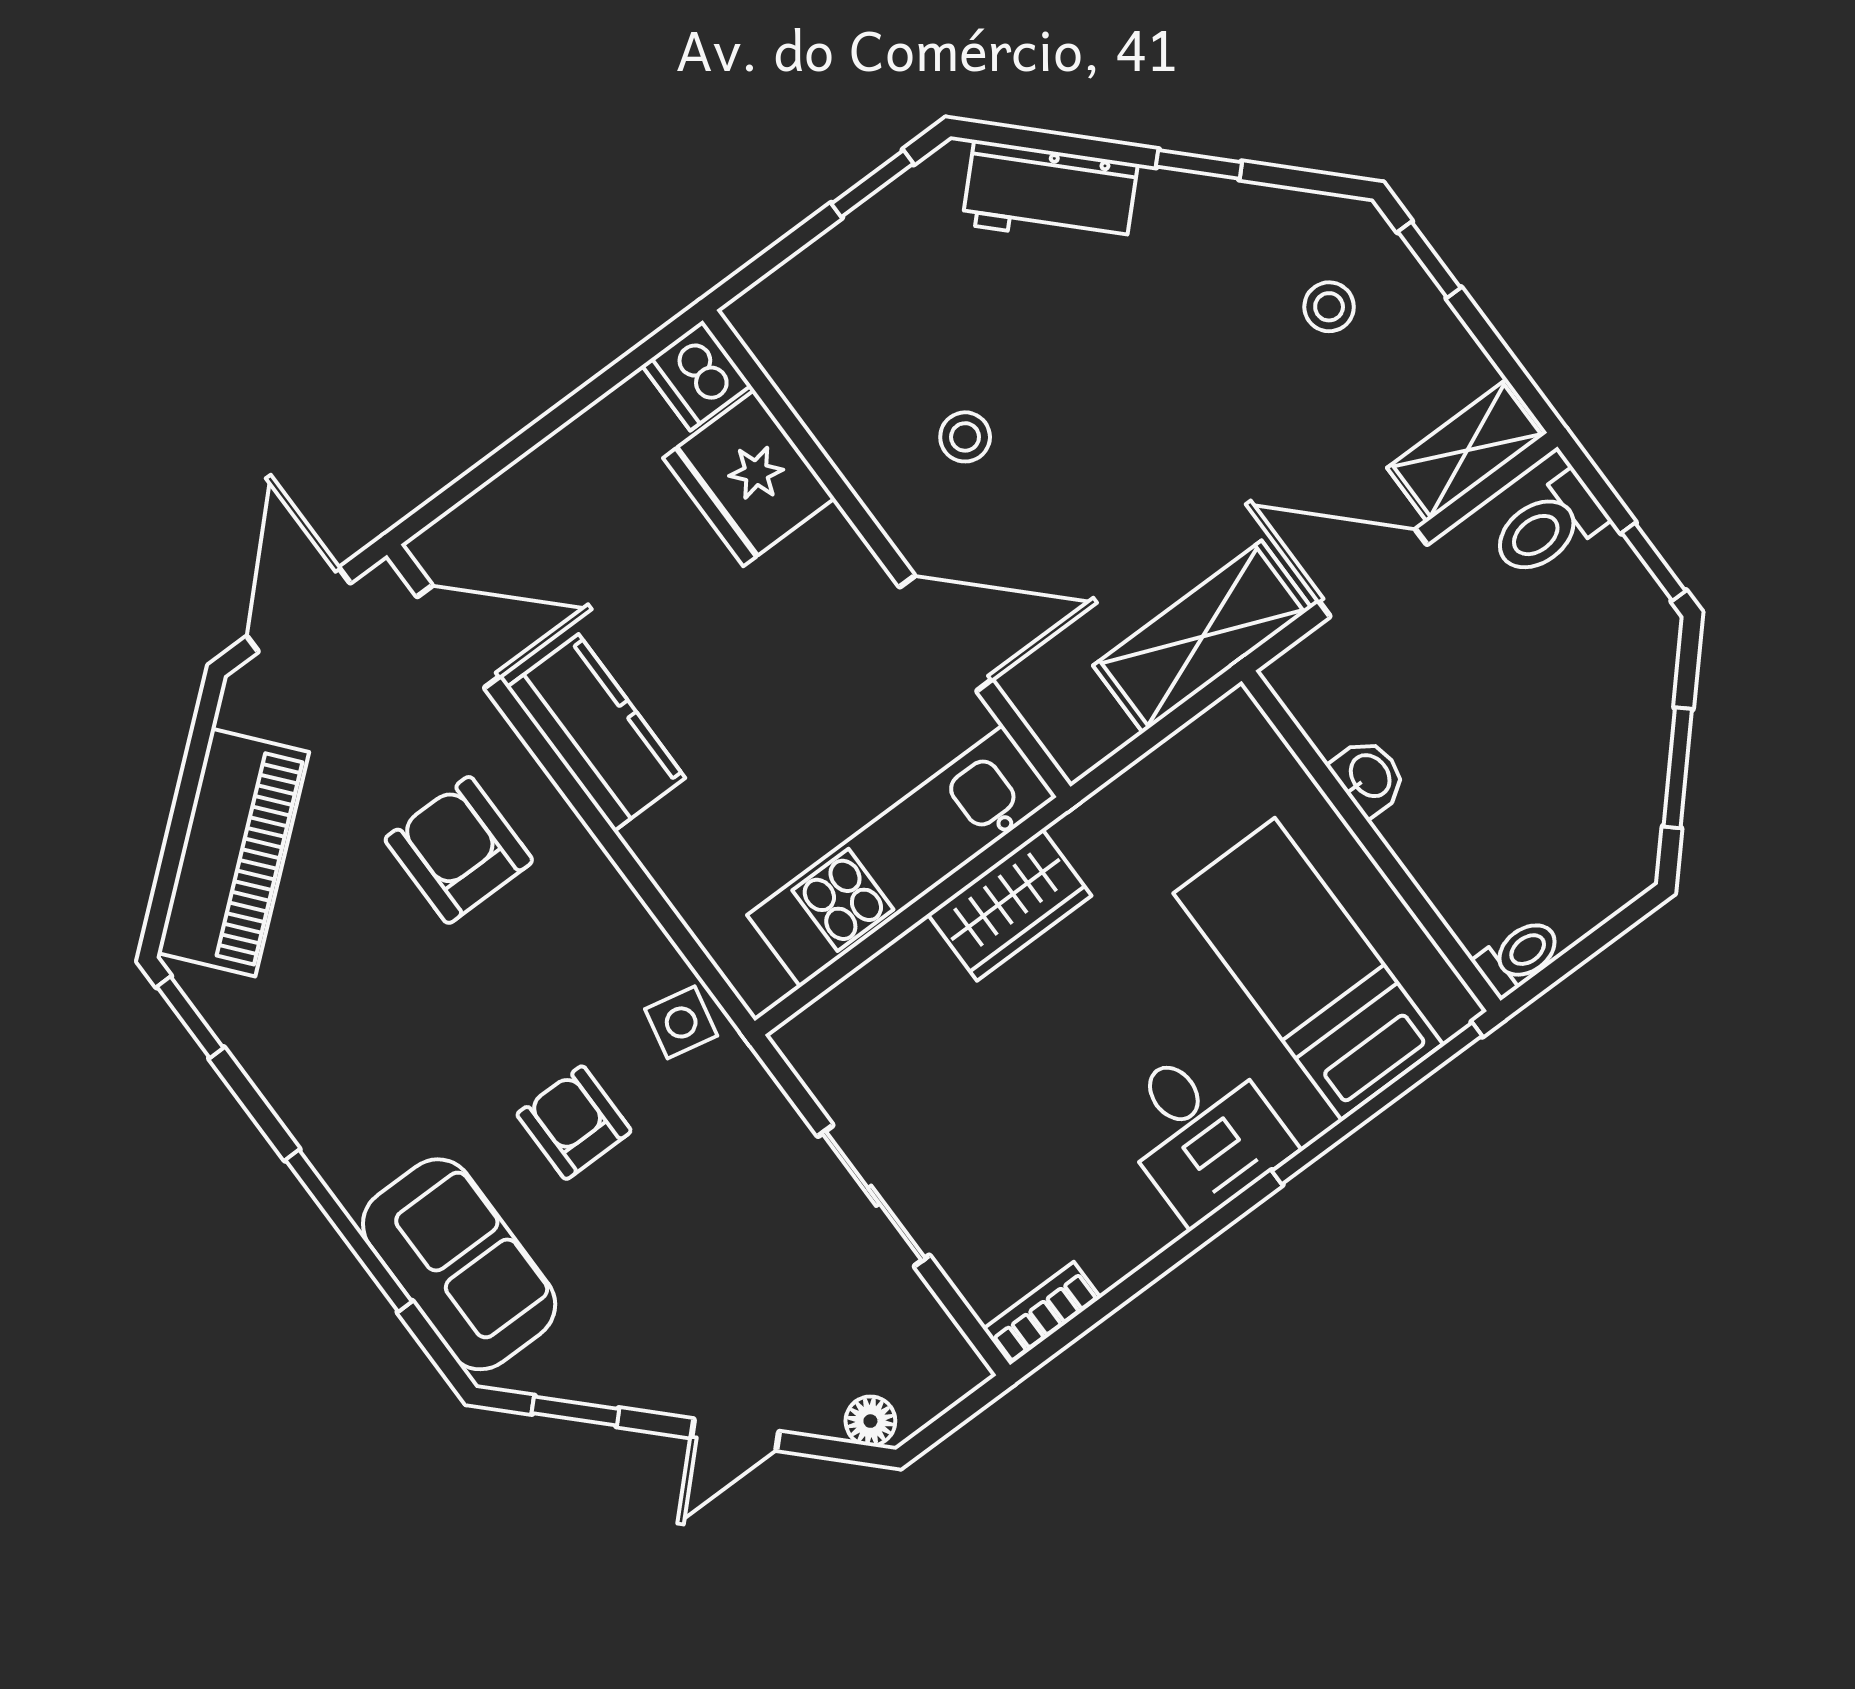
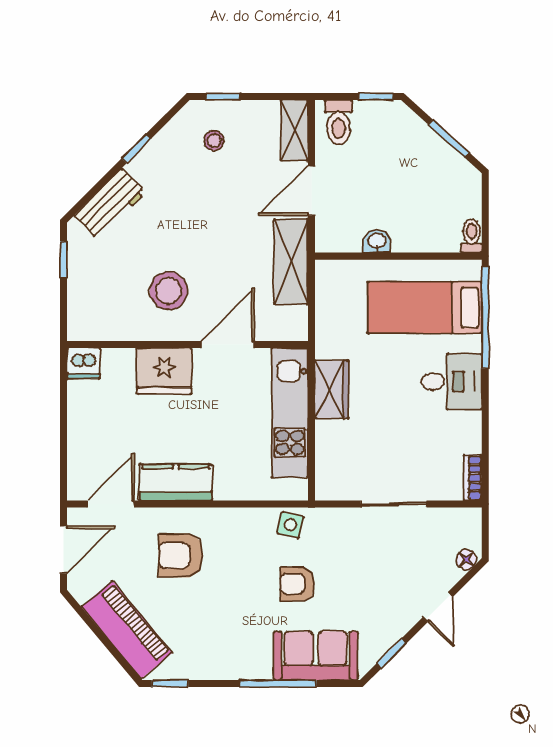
stool: (965, 437) -> (168, 291), width x1.89, depth x1.89
fridge: (749, 478) -> (164, 371), moved
door: (299, 610) -> (64, 550), swing flipped

